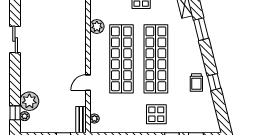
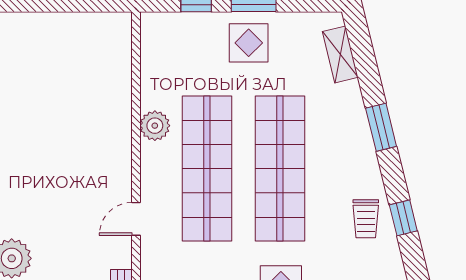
plant: (97, 27) -> (155, 126), moved
window: (201, 29) -> (381, 127), moved

